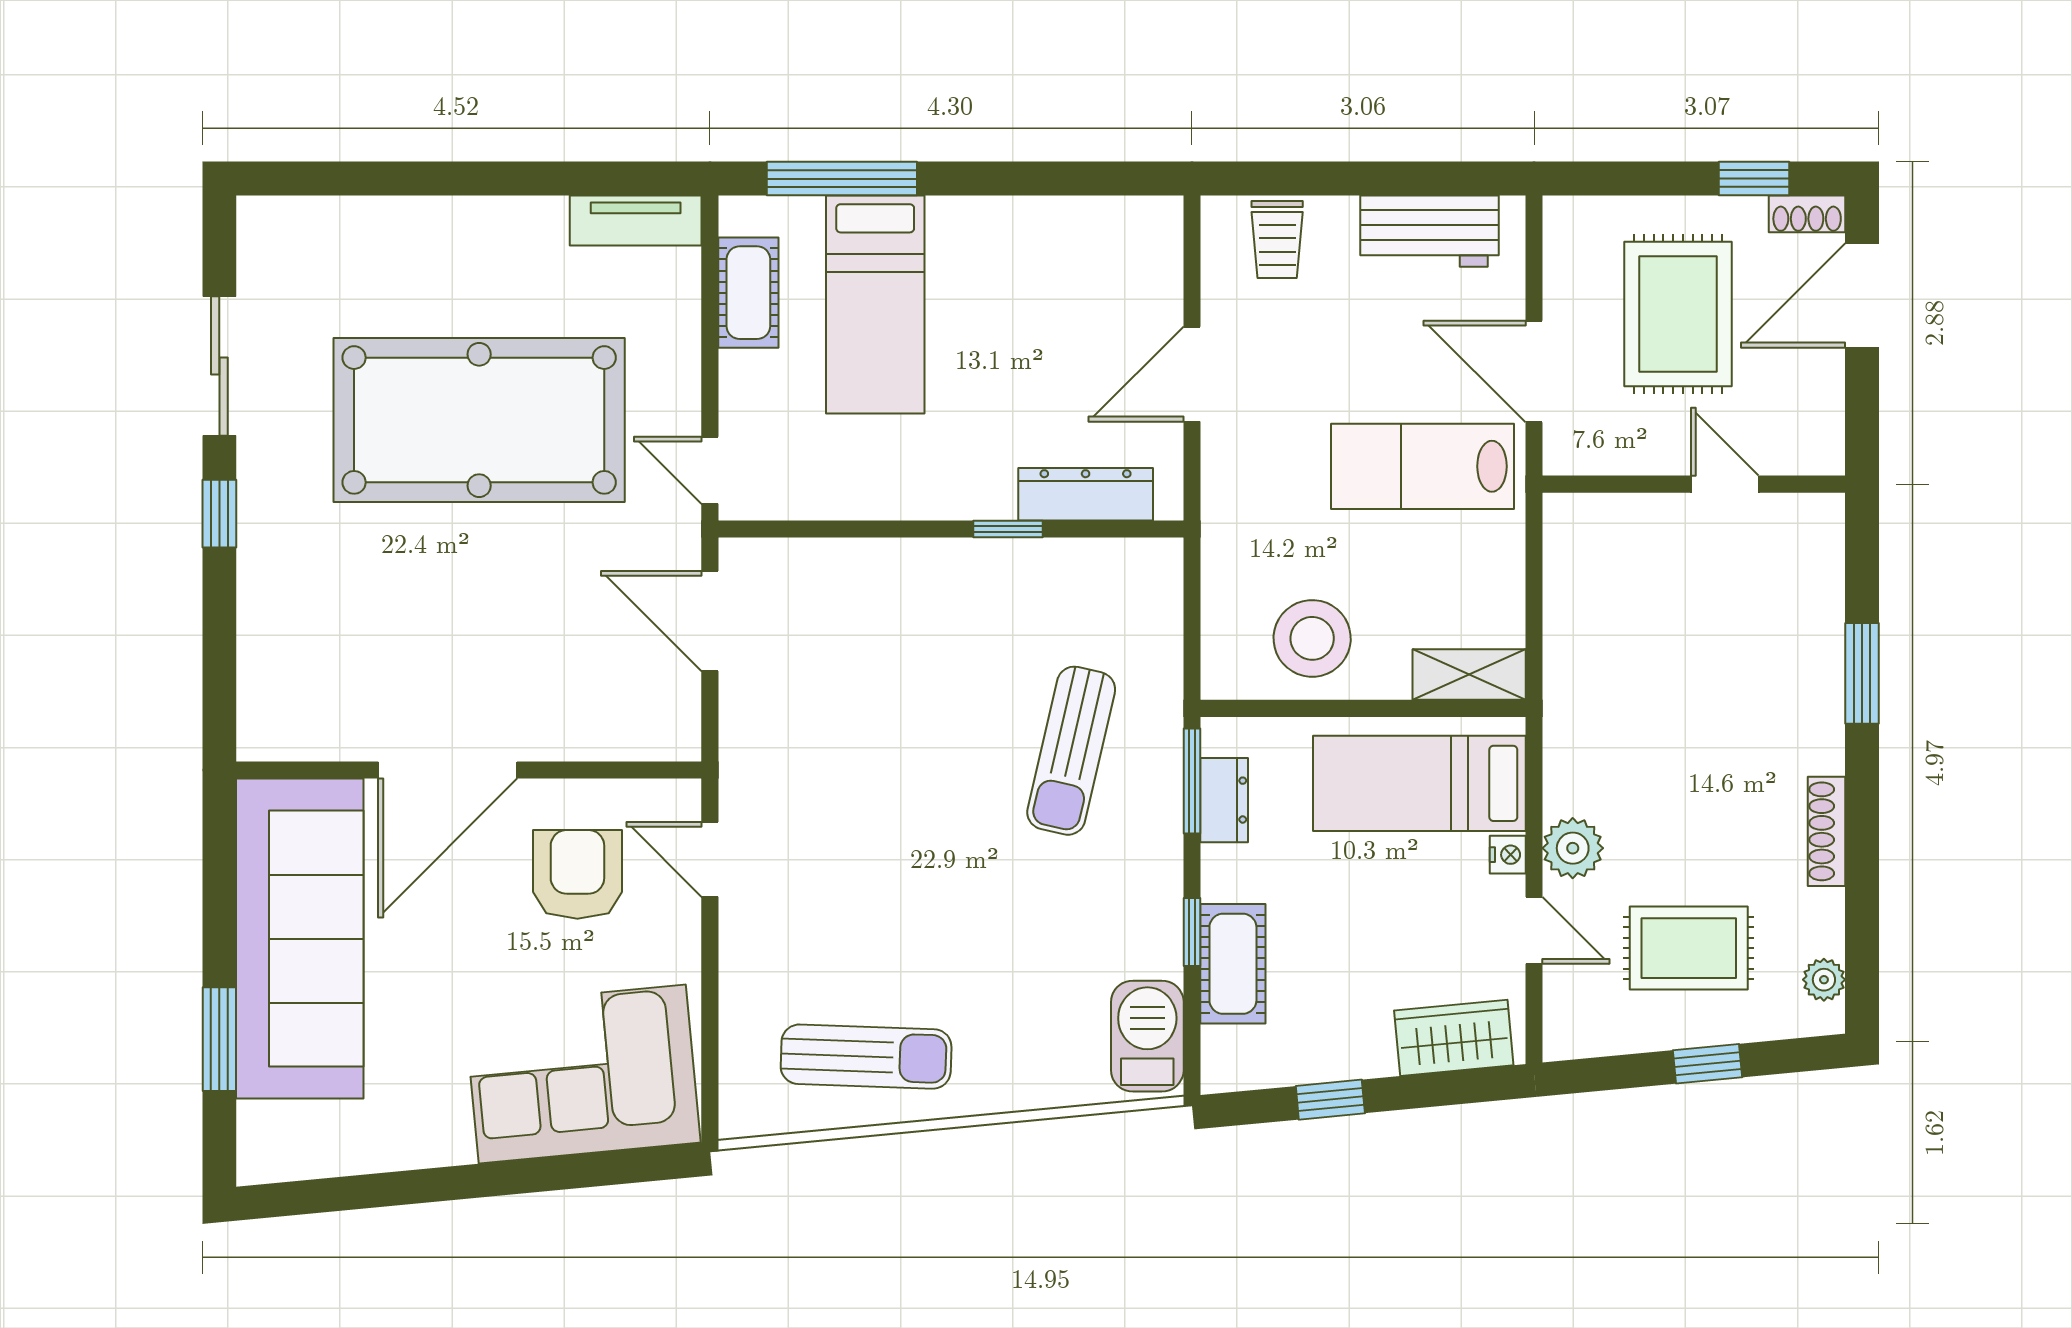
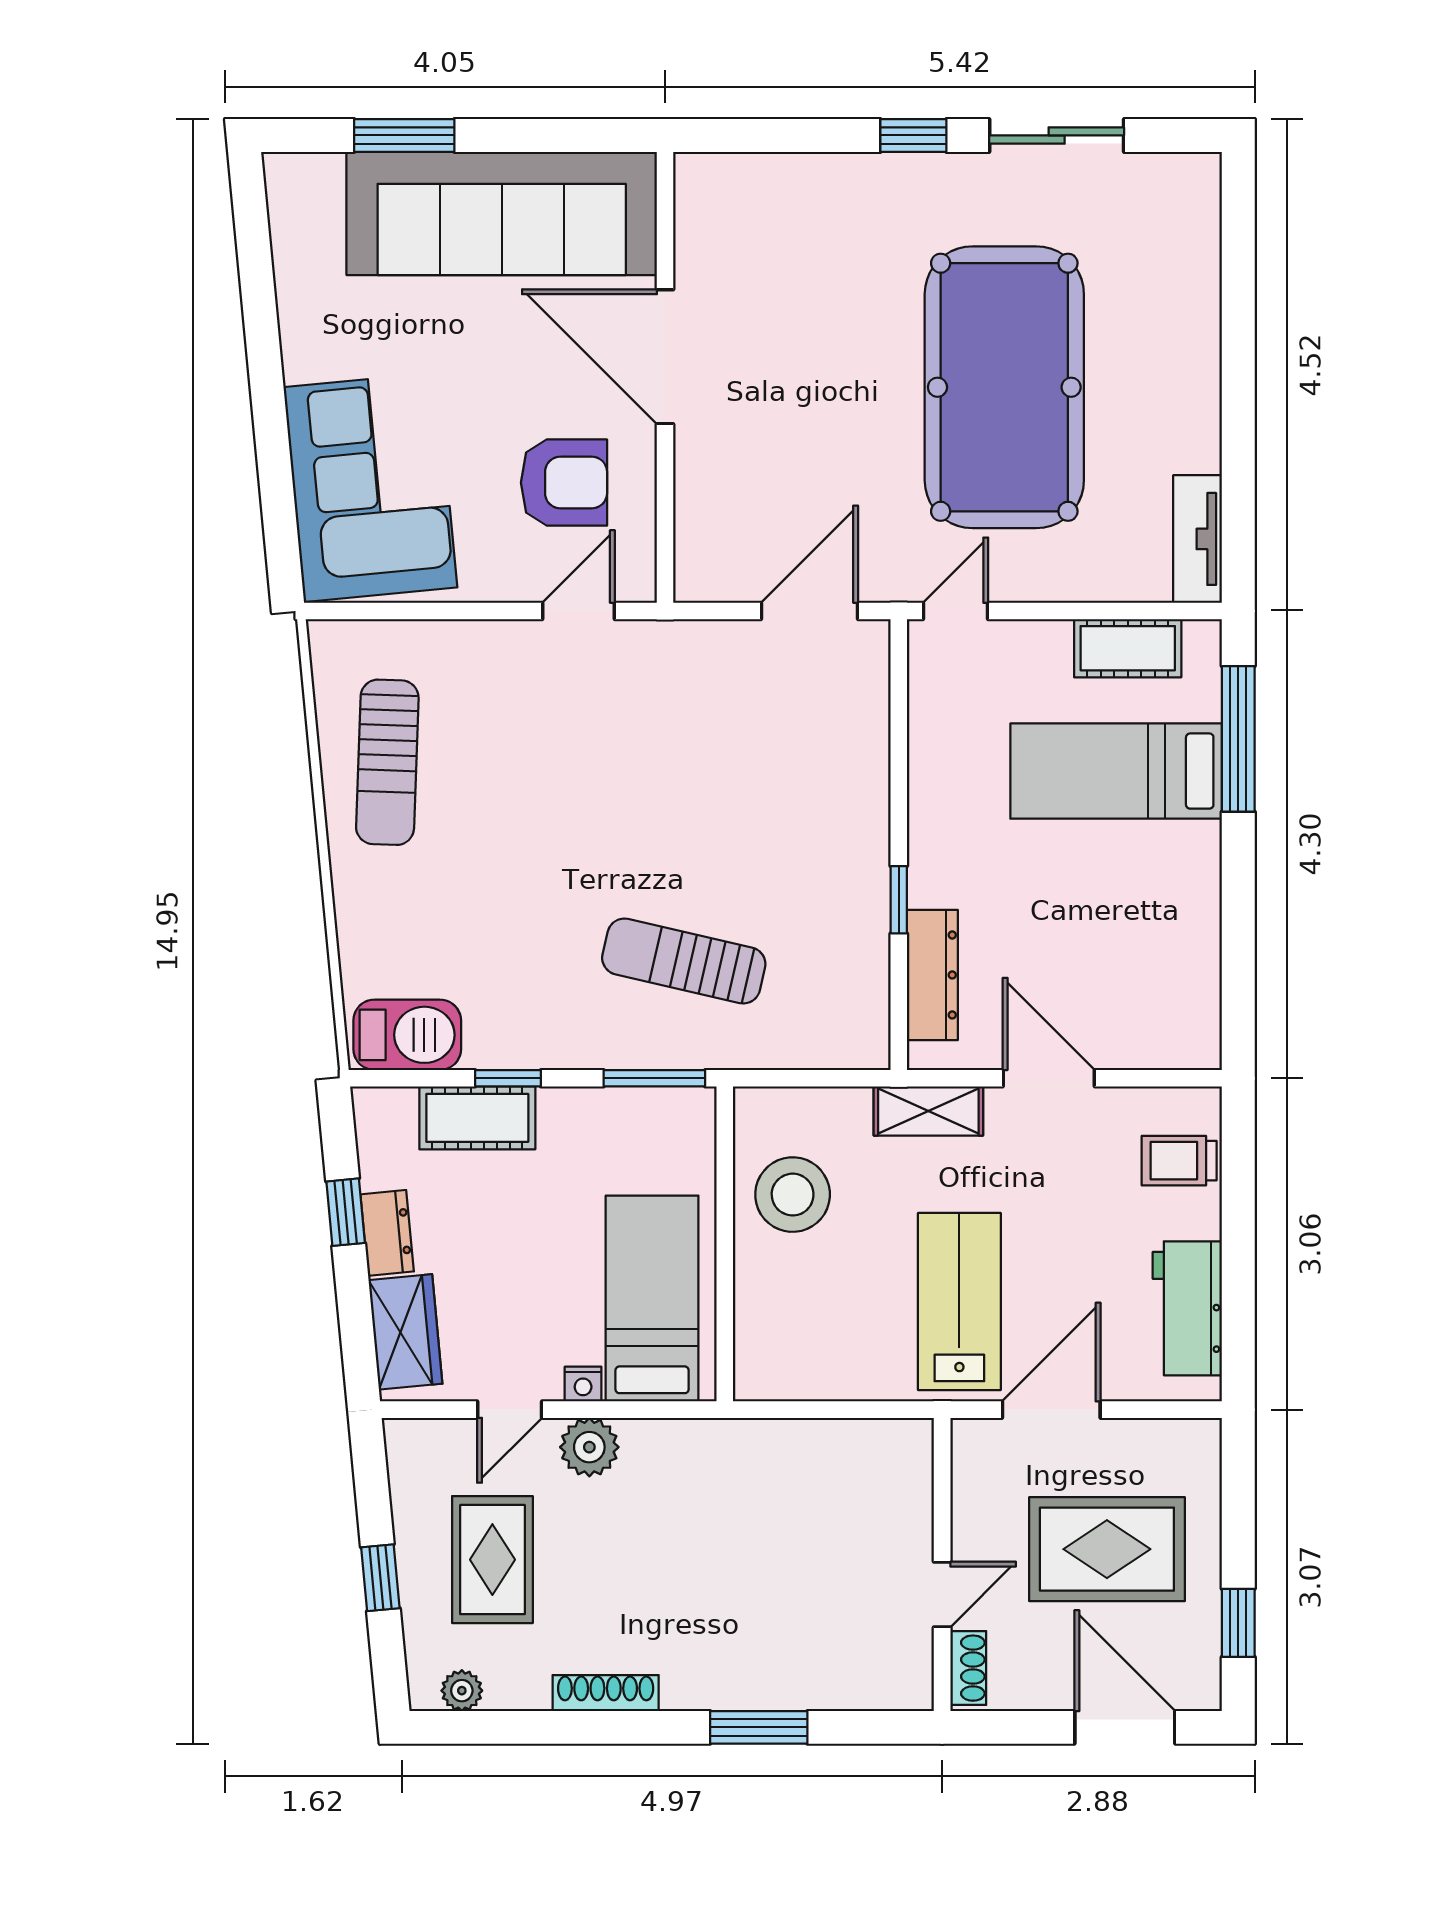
shoe rack: (1807, 214) -> (968, 1668), moved, turned 180
shelving: (1469, 675) -> (928, 1111), moved, turned 90
dresser: (1224, 800) -> (387, 1233), moved, turned -95

